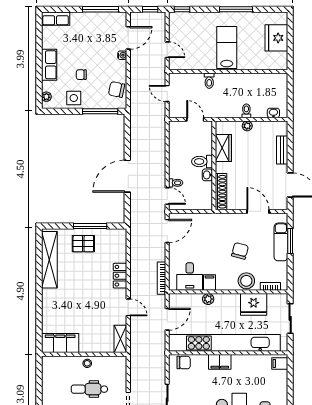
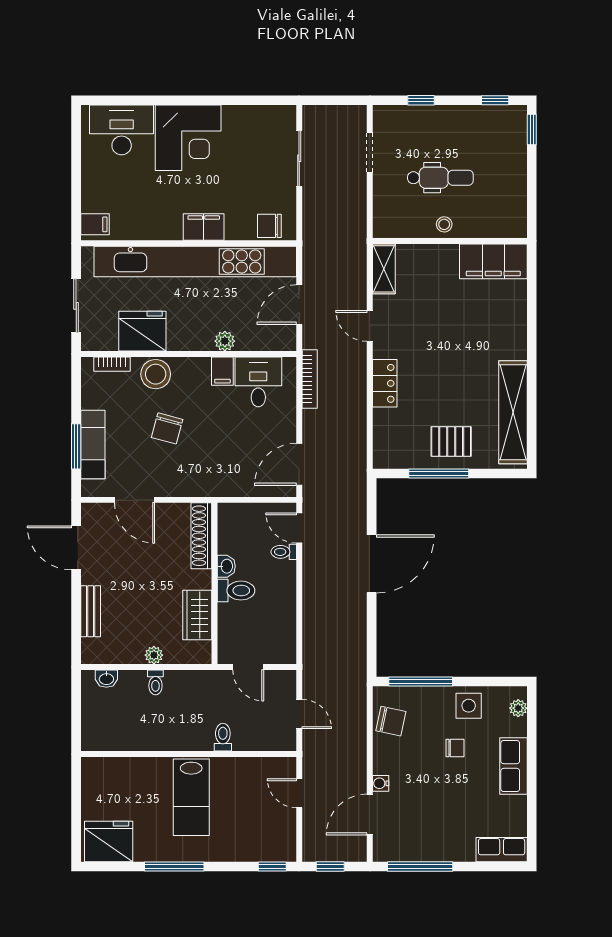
fridge: (276, 38) -> (109, 842), moved, turned -90

